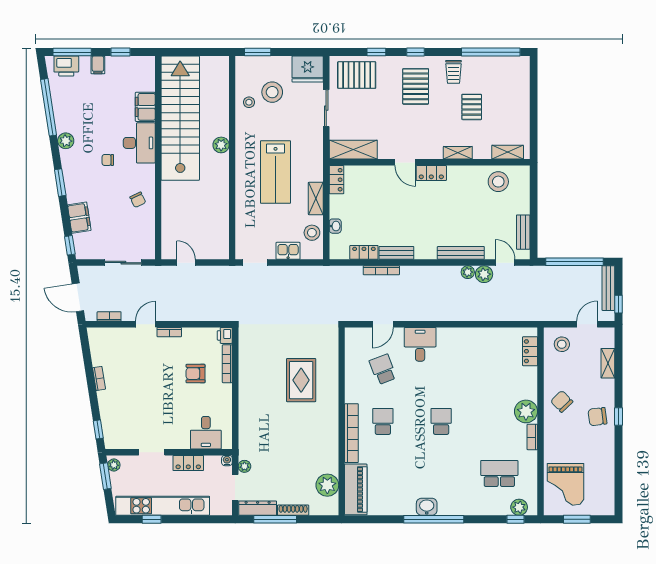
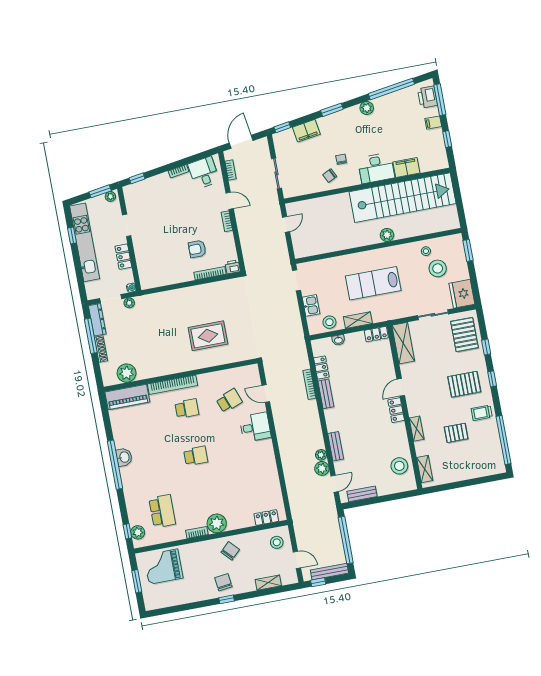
chair: (108, 160) -> (341, 159), moved
bench: (461, 253) -> (336, 446), width x0.73
armchair: (196, 374) -> (197, 249), turned -90
desk: (206, 433) -> (204, 173), moved, turned 81

